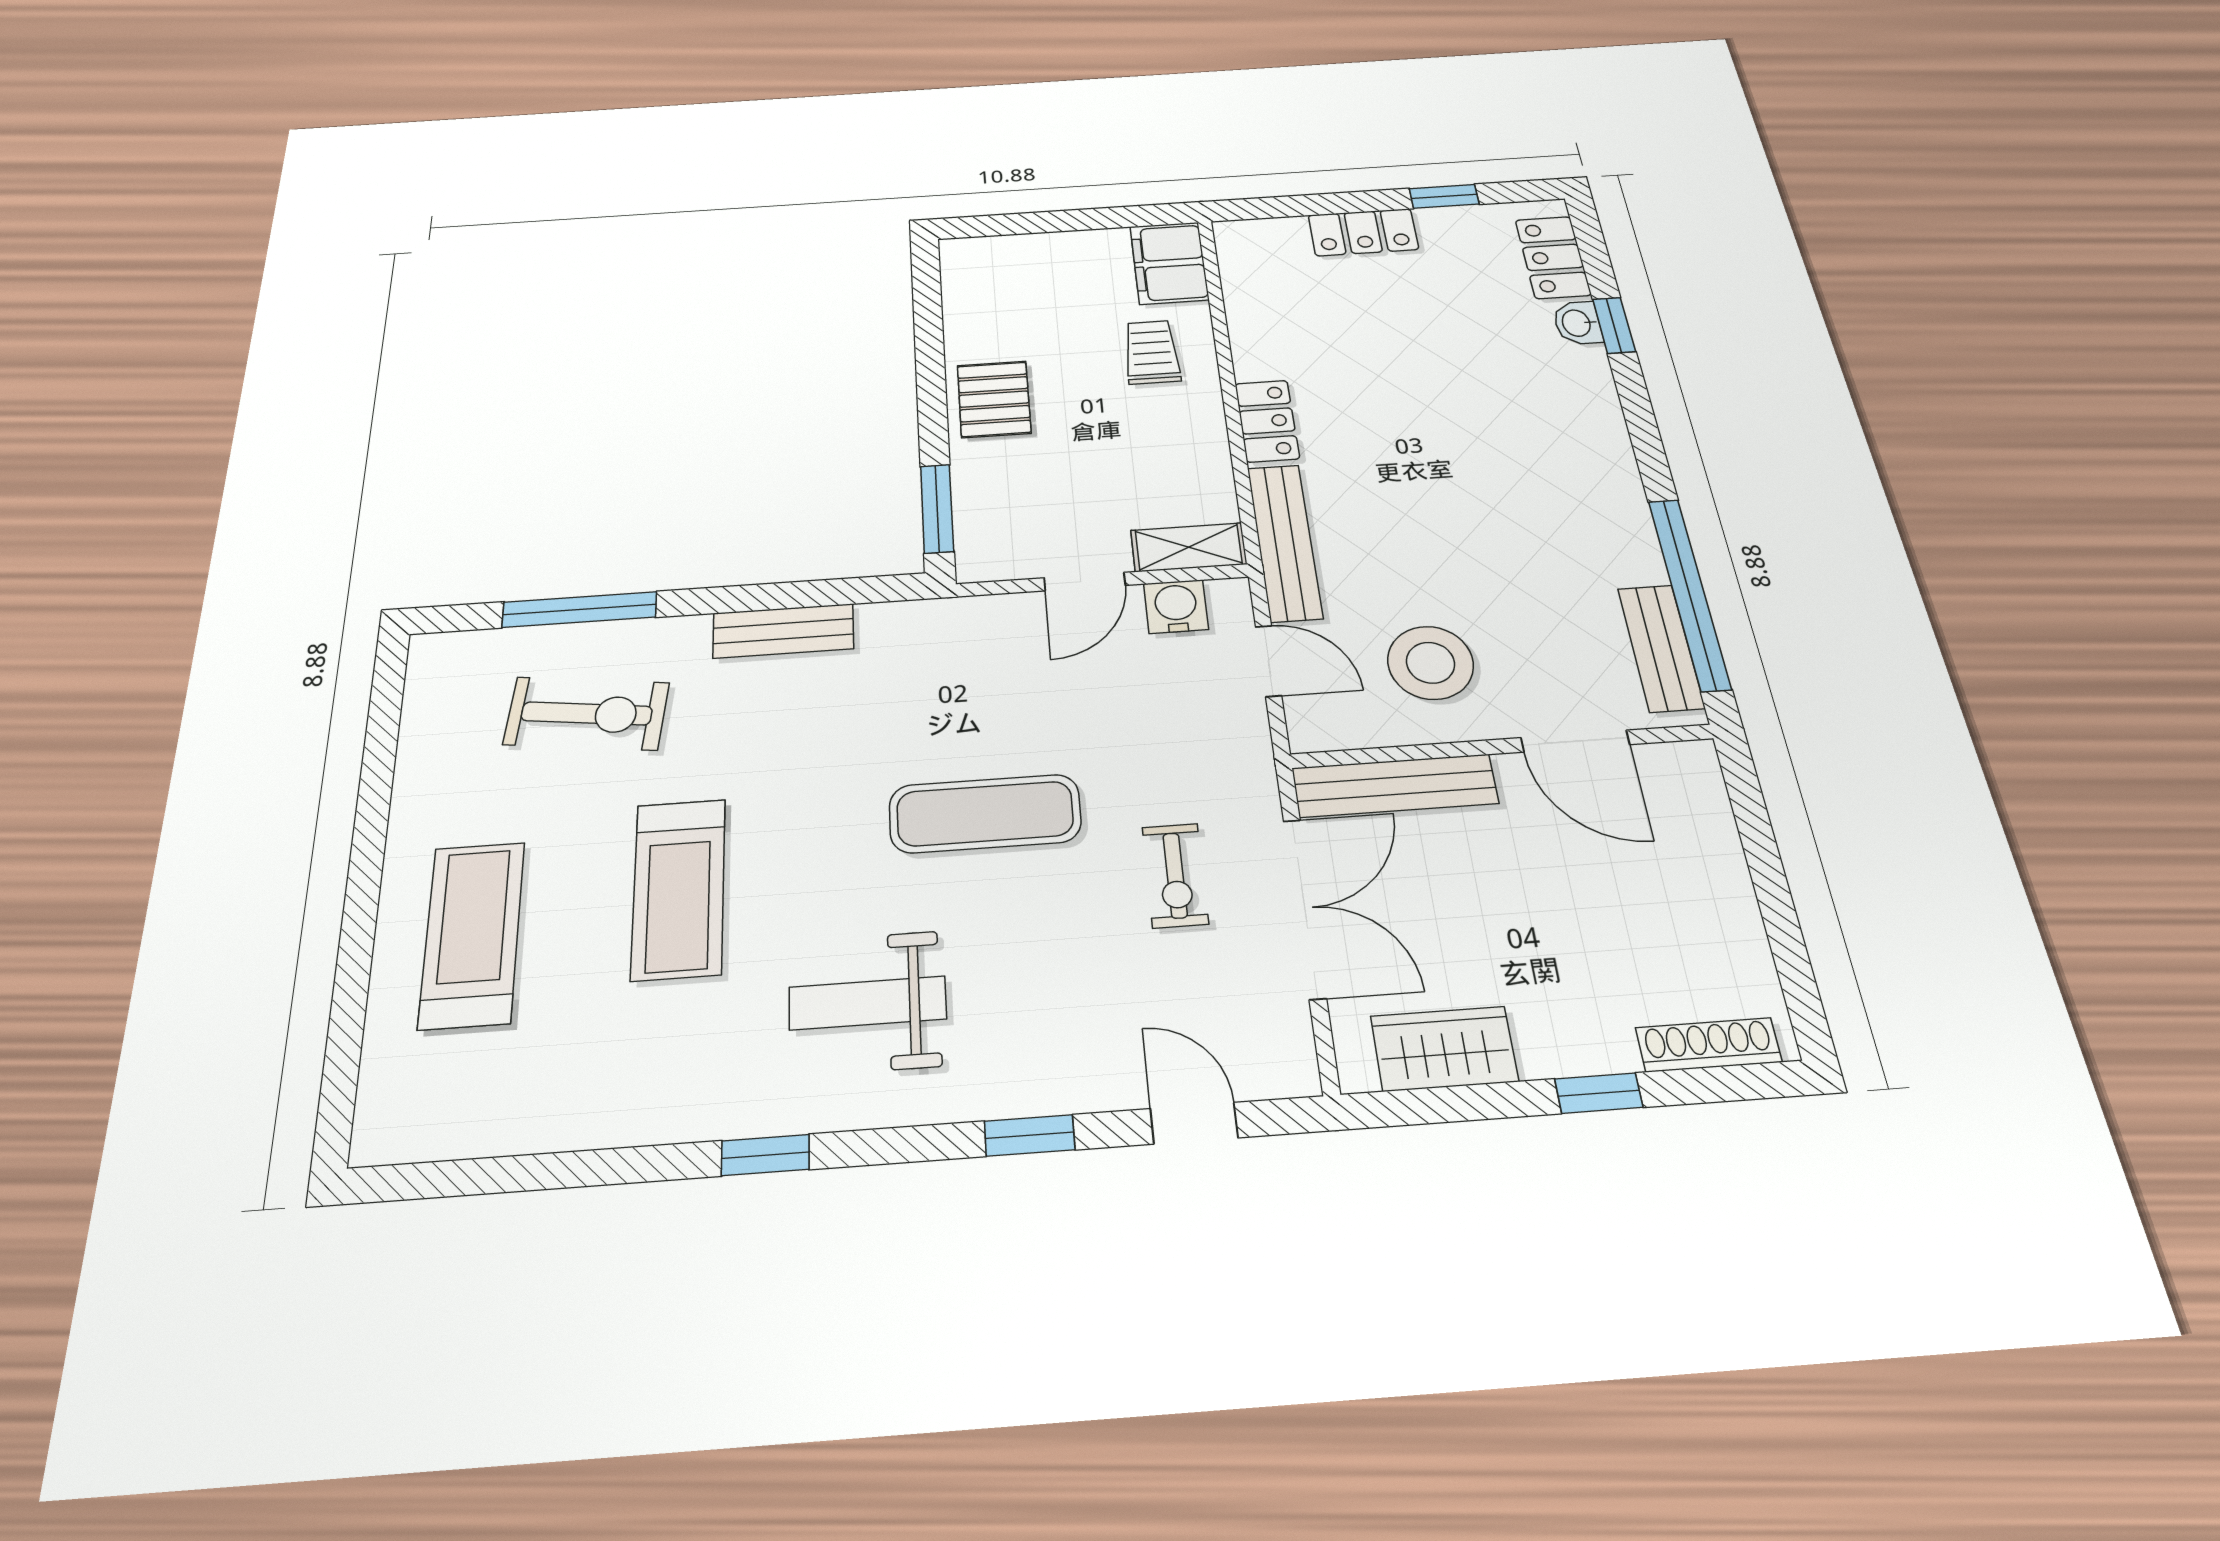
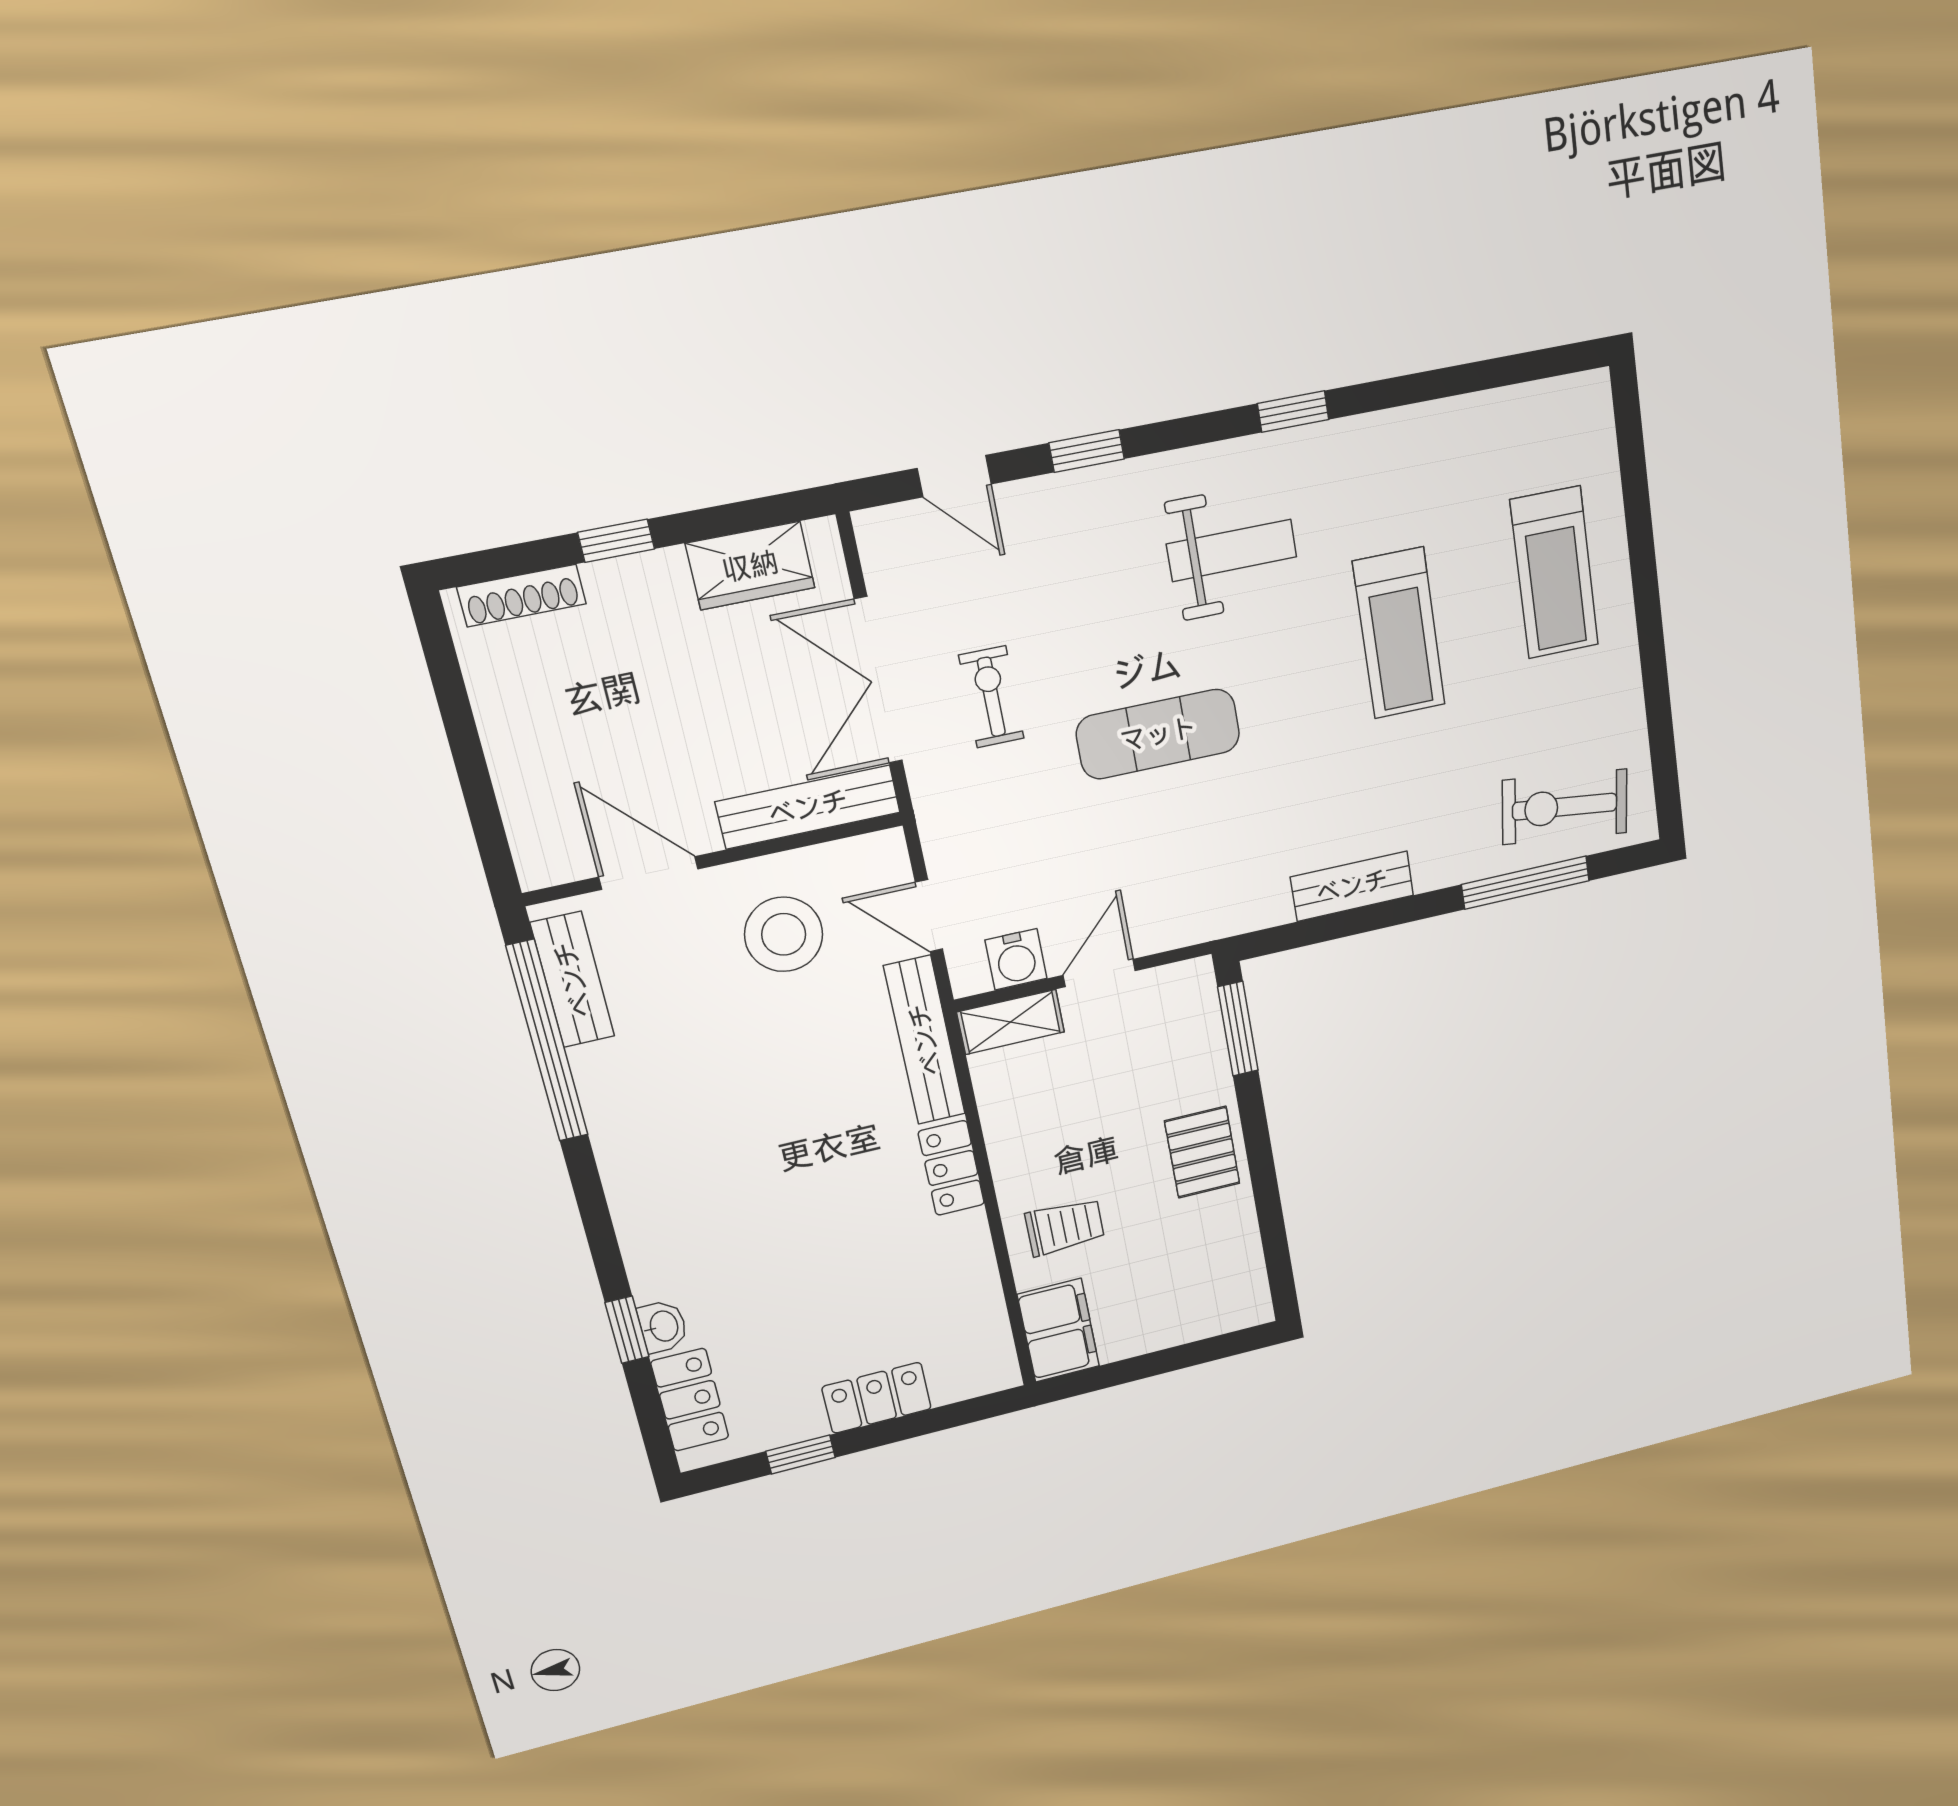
trolley: (1152, 352) -> (1065, 1227), turned -90
exercise bike: (587, 714) -> (1565, 807), moved
treadmill: (679, 889) -> (1399, 633), turned 180

